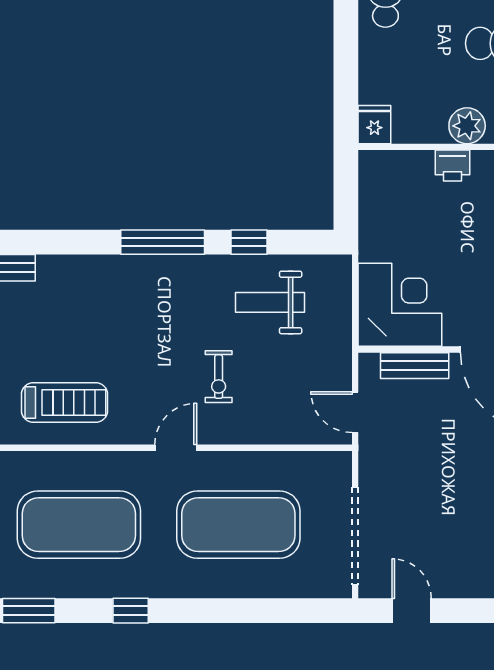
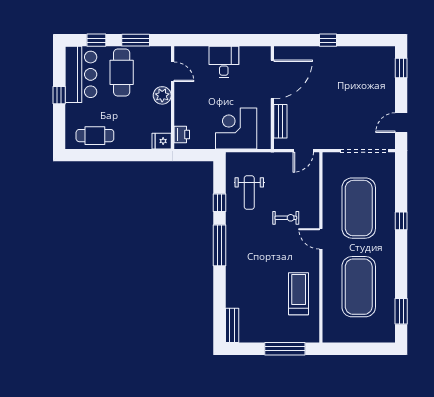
printer: (453, 165) -> (182, 134), moved
corner desk: (400, 305) -> (236, 128), moved
window: (131, 611) -> (401, 221), moved

